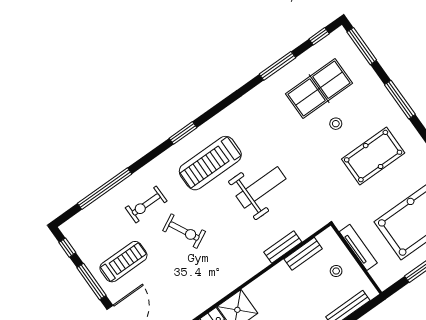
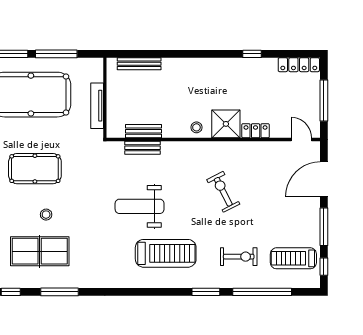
window: (183, 133) -> (206, 292), moved
exercise bike: (184, 231) -> (223, 192), moved
bench: (283, 247) -> (142, 148), moved
treadmill: (123, 262) -> (293, 258), moved
stool: (336, 271) -> (196, 127), moved

